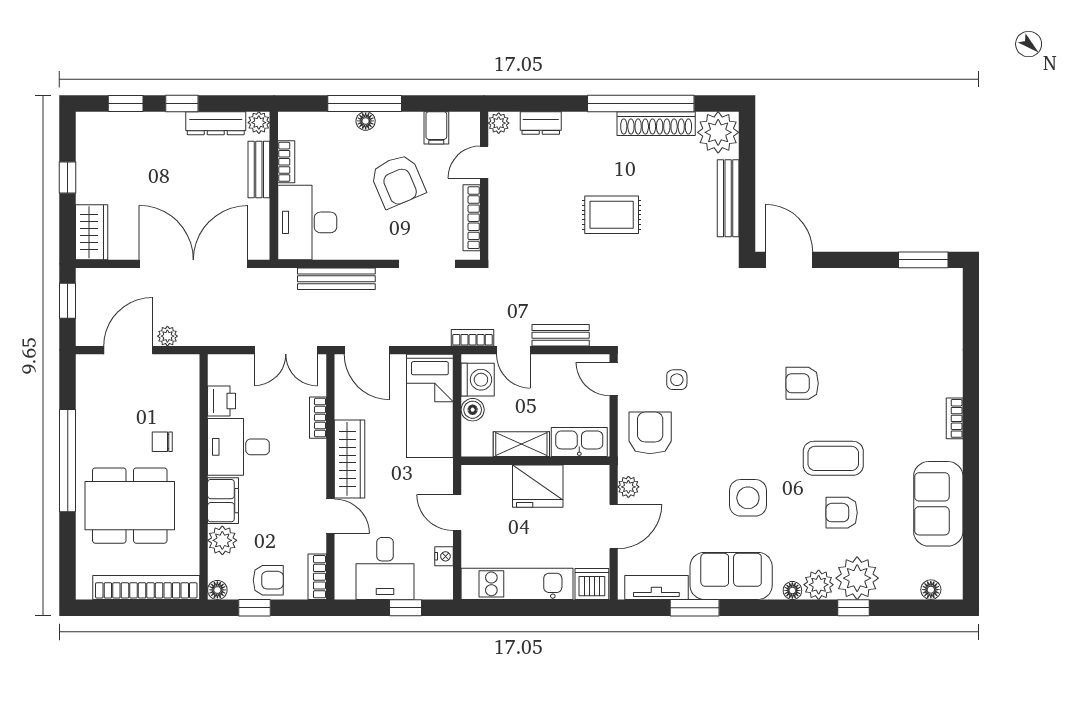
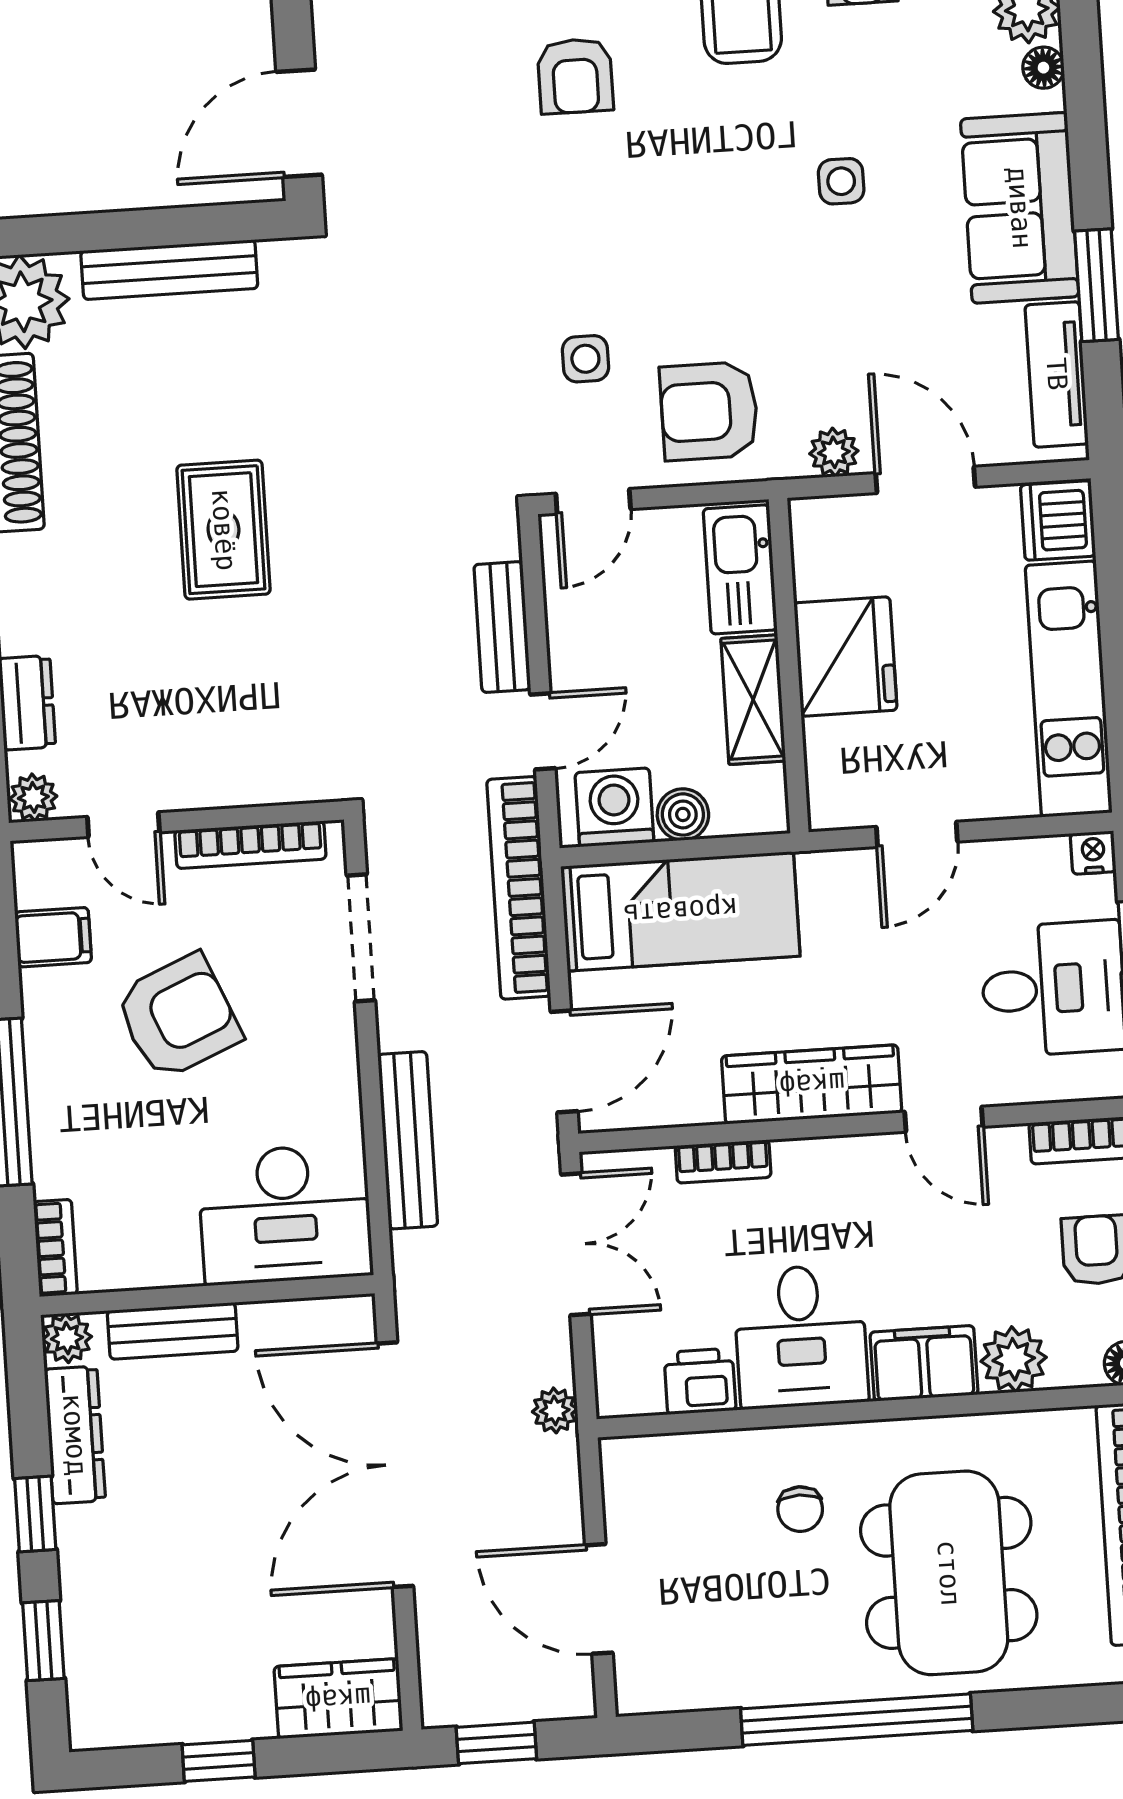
floor lamp: (366, 121) -> (48, 1098), removed
bookcase: (286, 162) -> (55, 1248), moved, turned 90
plant: (167, 336) -> (555, 1410), moved
bookcase: (473, 338) -> (519, 888), width x2.31, depth x1.31
side table: (748, 498) -> (841, 181), width x0.54, depth x0.54
door: (330, 516) -> (944, 1119), swing flipped
nightstand: (444, 556) -> (1093, 853), moved

